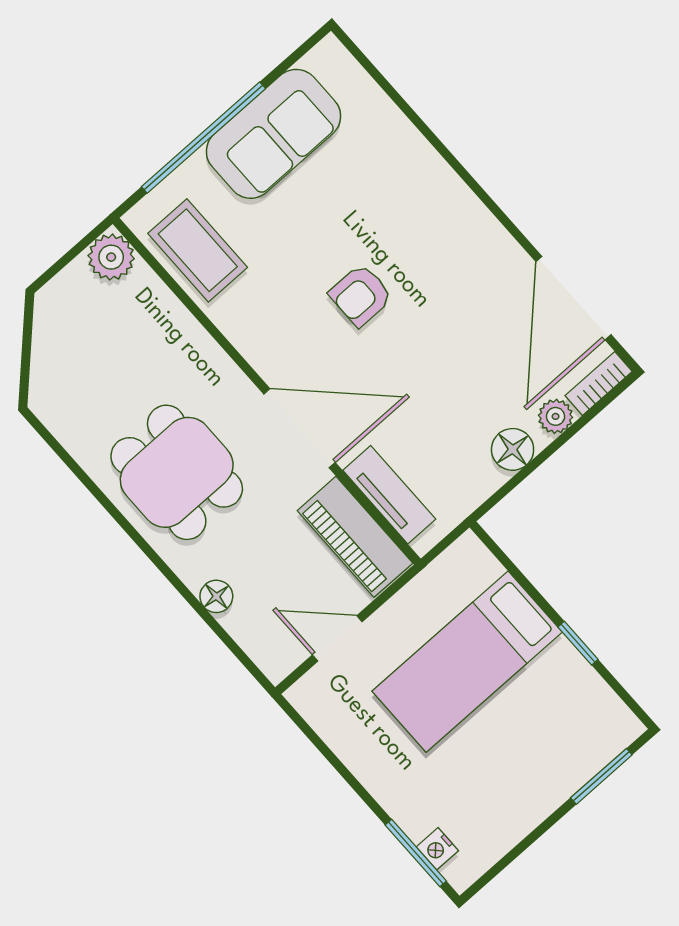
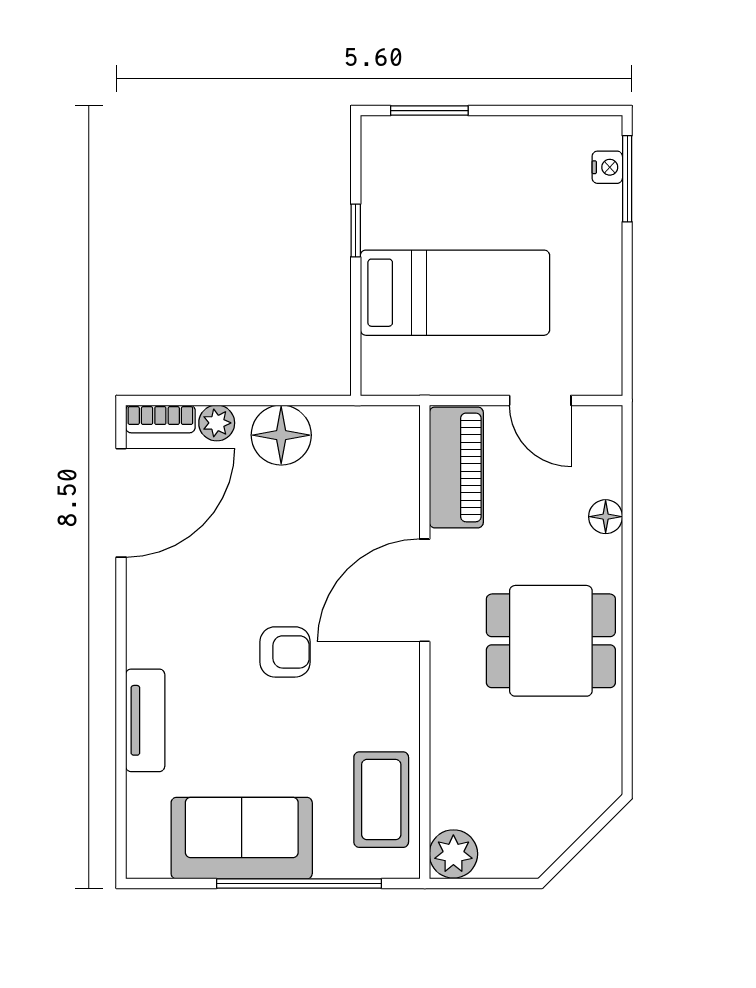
door: (300, 428) -> (425, 590), hinge flipped
floor lamp: (513, 449) -> (281, 435), width x1.38, depth x1.38
dining table: (177, 472) -> (551, 641), turned 90
tv unit: (389, 495) -> (145, 720), moved, turned 180

